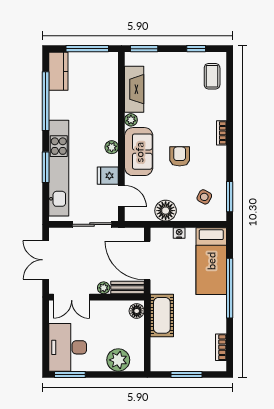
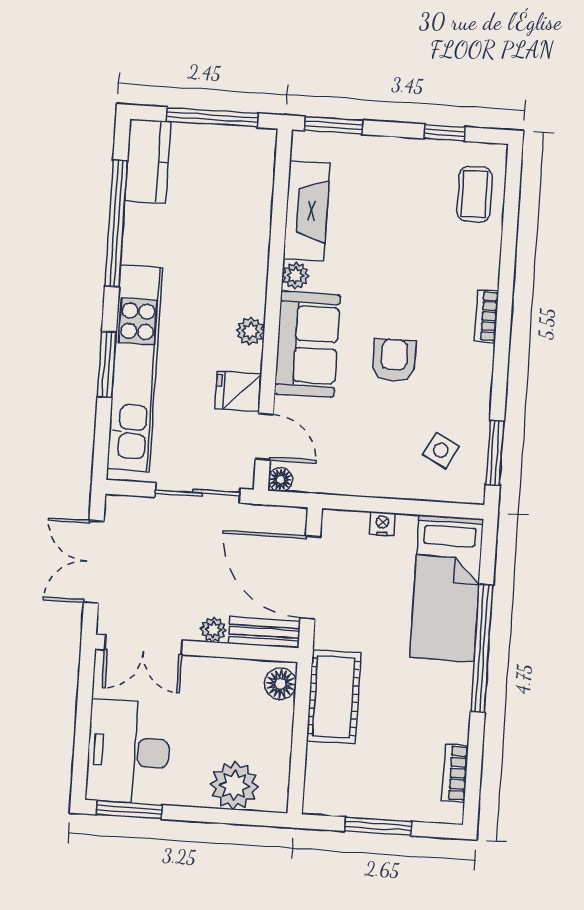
floor lamp: (166, 211) -> (280, 480), moved, width x0.53, depth x0.53

